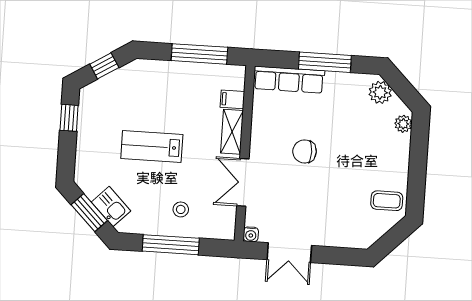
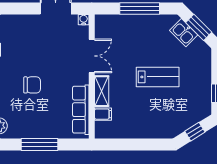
window: (199, 54) -> (128, 145), removed
row of seats: (289, 80) -> (81, 110), moved, turned -90
chair: (305, 151) -> (32, 85), moved
stool: (181, 209) -> (134, 34), removed

